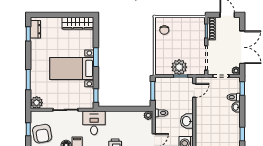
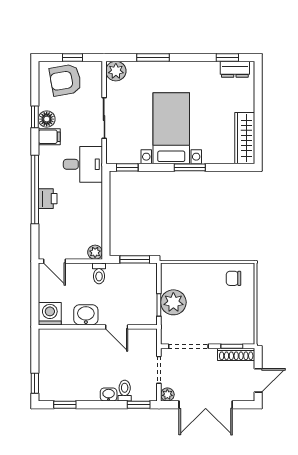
door: (194, 90) -> (117, 327), moved

